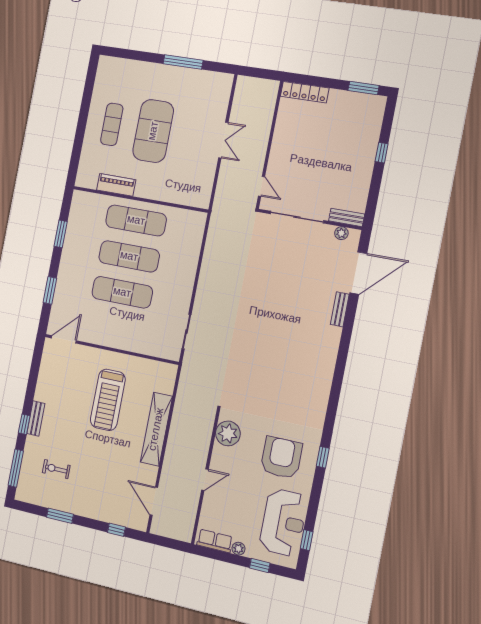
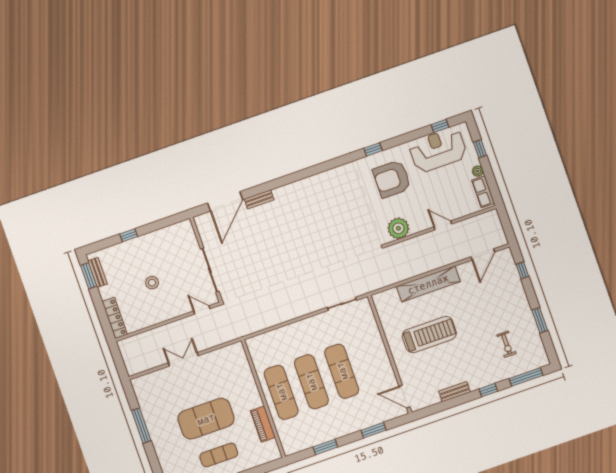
stool: (318, 150) -> (152, 283), added
door: (261, 186) -> (202, 310), hinge flipped
bench: (347, 217) -> (98, 272), moved
plant: (341, 233) -> (203, 230), removed
door: (358, 273) -> (225, 201), swing flipped
bench: (36, 418) -> (454, 392), moved

